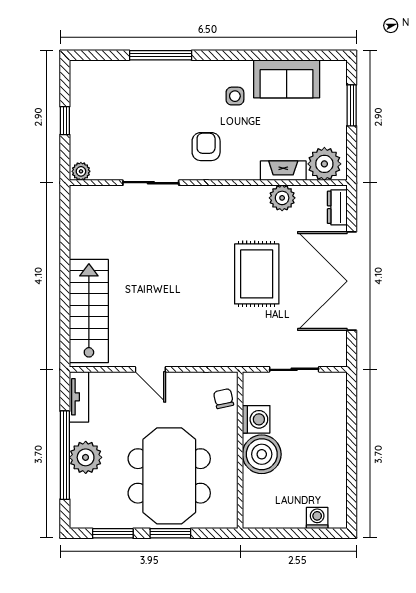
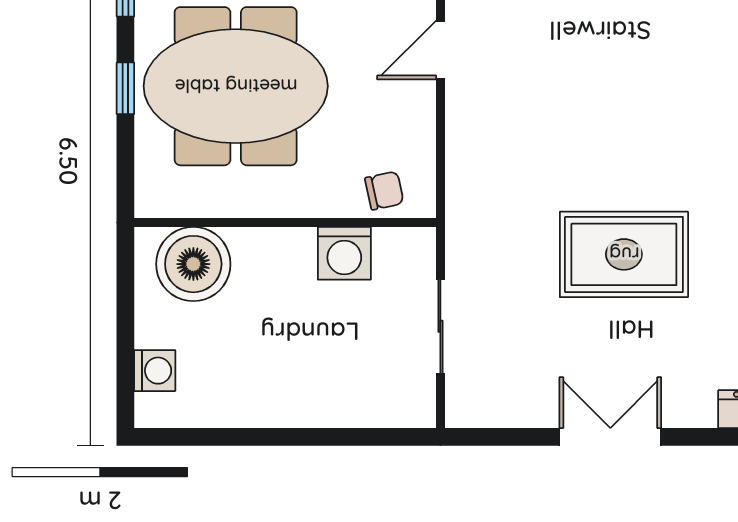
double door: (352, 281) -> (610, 437), width x0.54
boiler: (262, 454) -> (193, 264), moved
window: (170, 533) -> (125, 88), width x0.67

